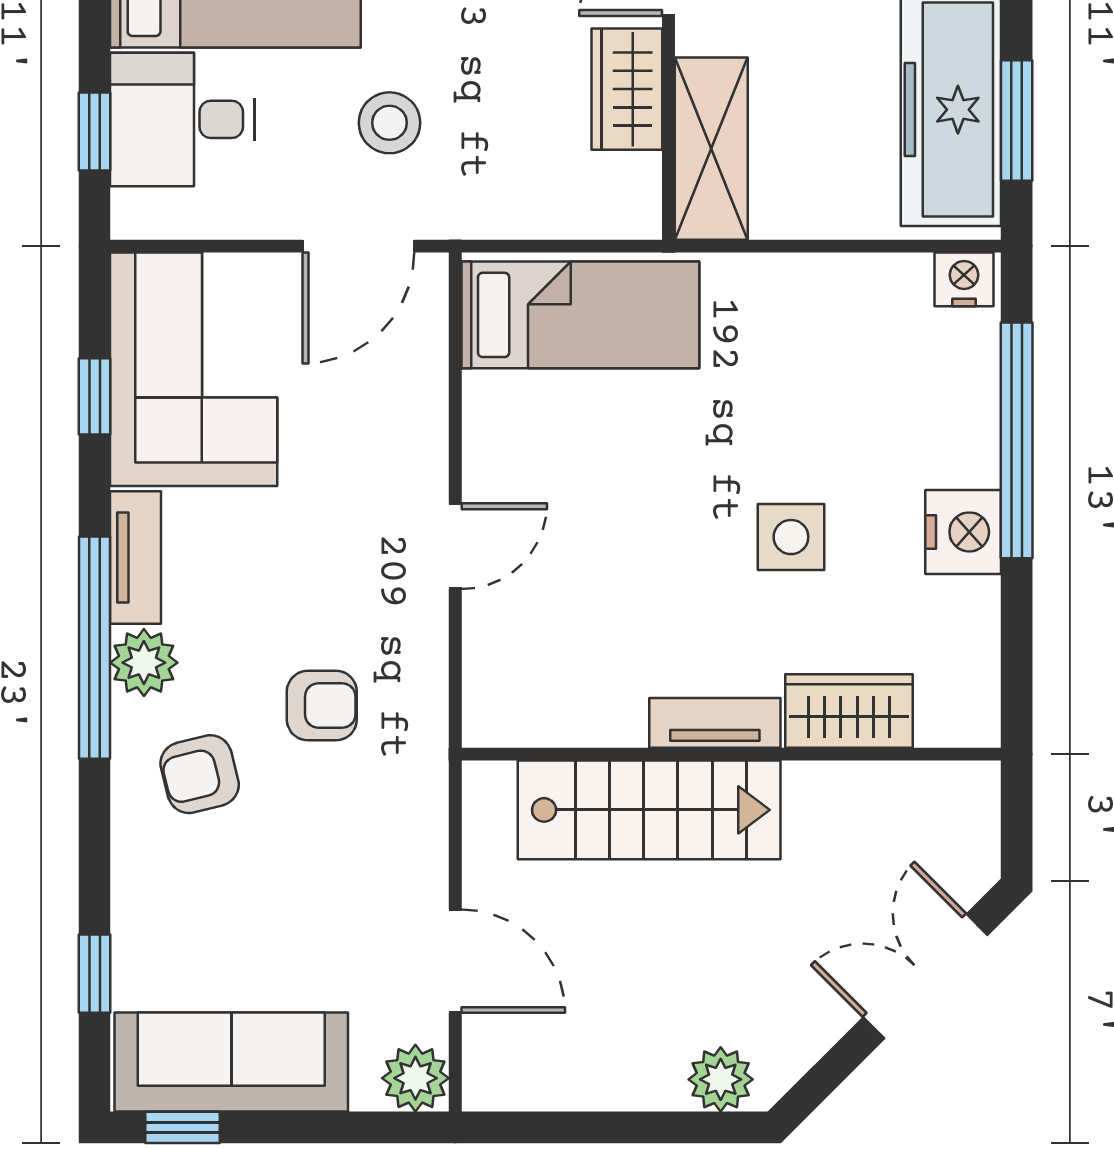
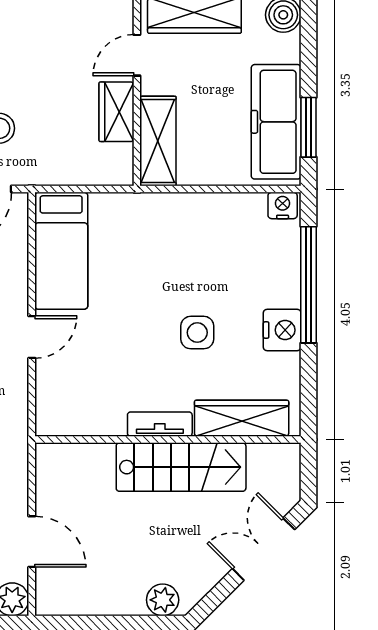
bed: (580, 315) -> (61, 251), moved, turned 90
wardrobe: (849, 711) -> (242, 418), width x1.50
stairs: (649, 810) -> (181, 467), moved

